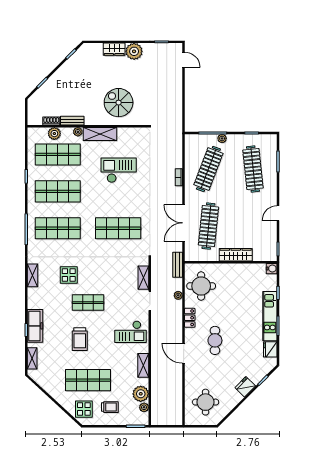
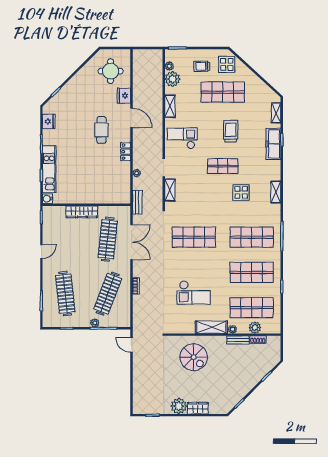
door: (184, 60) -> (132, 345), moved
round table: (201, 286) -> (115, 182), removed
kitchen unit: (270, 316) -> (49, 169), moved
fridge: (245, 387) -> (124, 96), moved, turned 135

